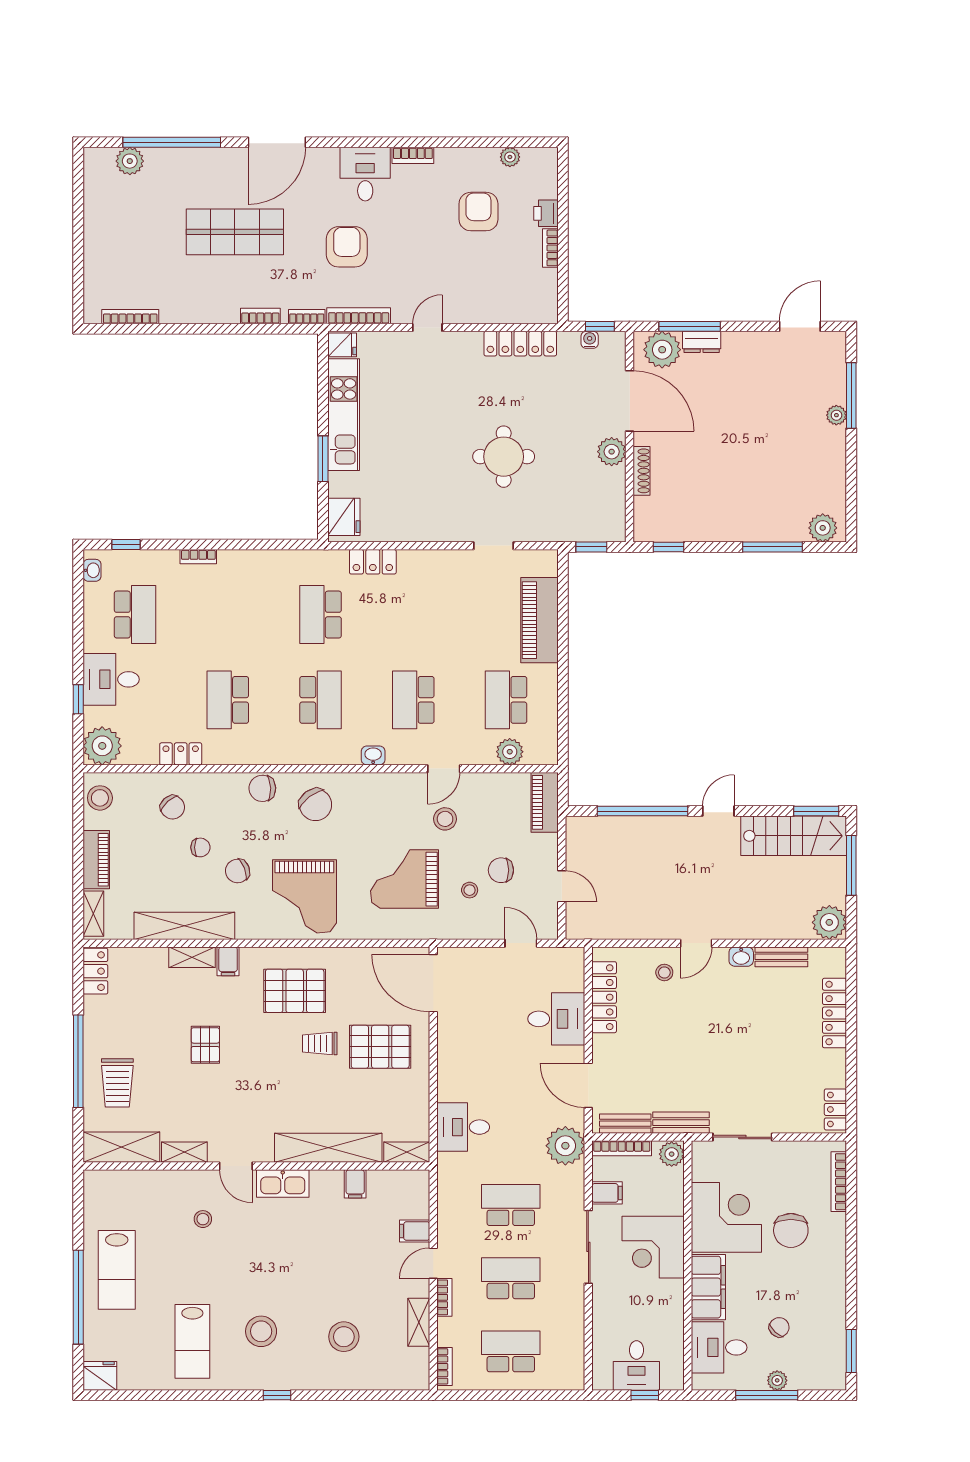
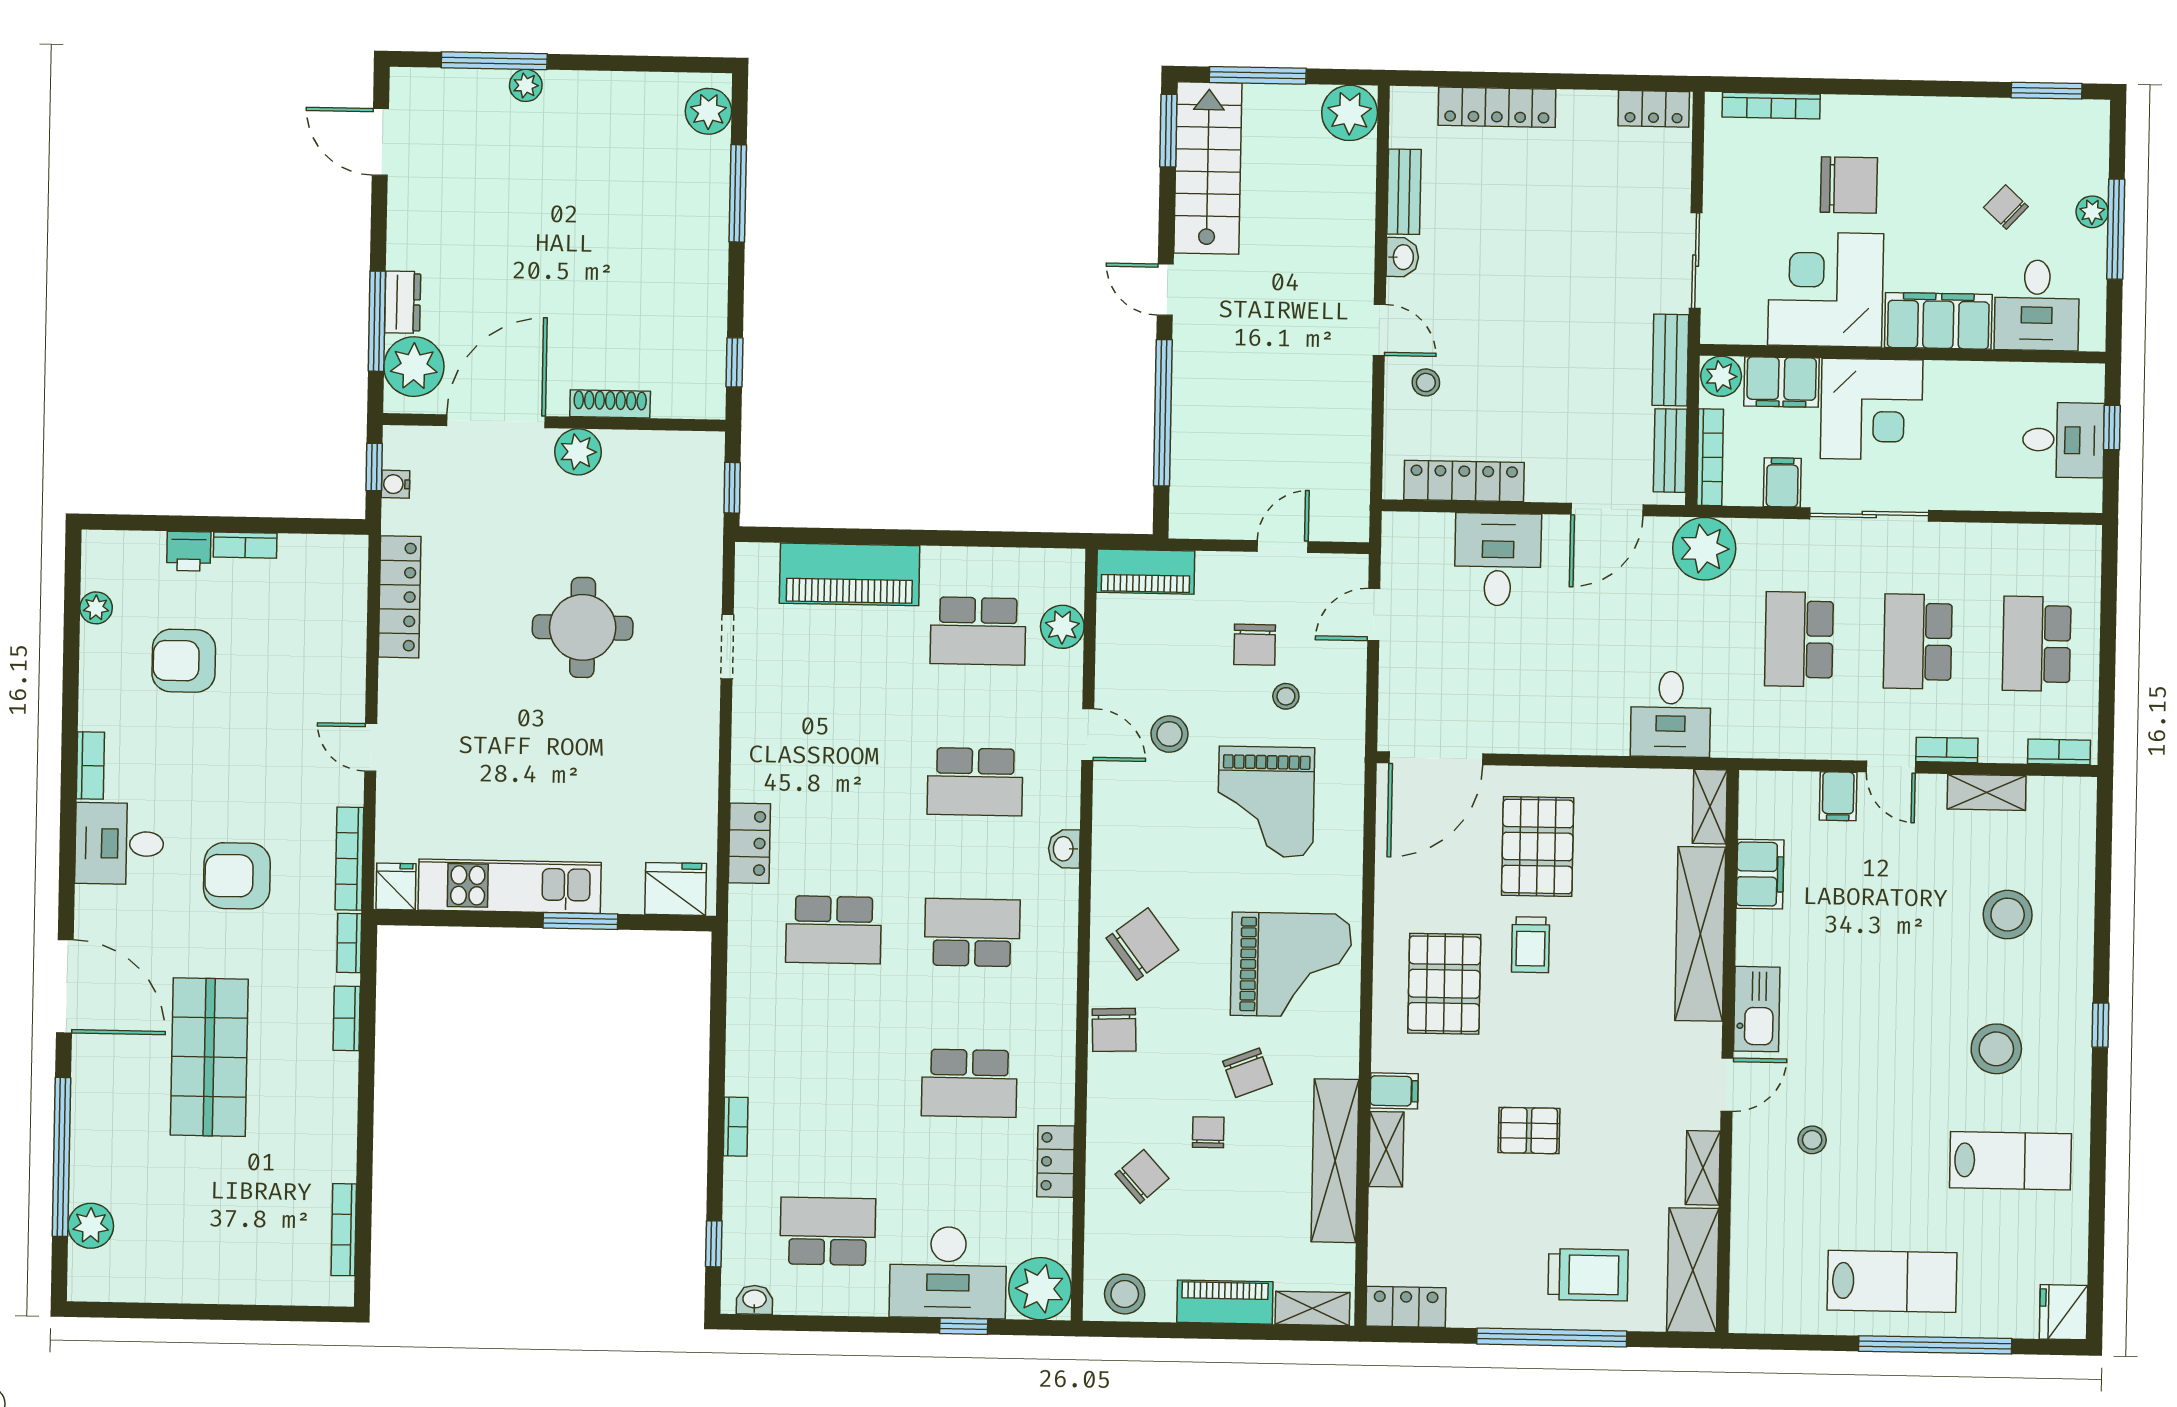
desk: (111, 679) -> (948, 1273), width x1.37
filing cabinet: (355, 1184) -> (1760, 874), width x2.00
filing cabinet: (669, 1191) -> (1781, 382), added

